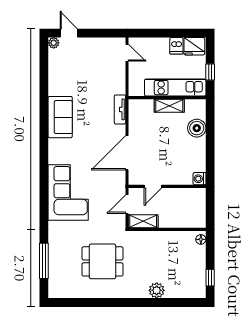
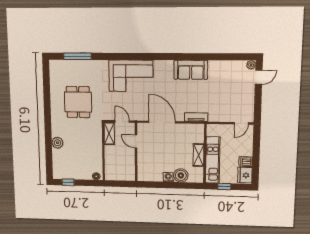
washing machine: (200, 179) -> (168, 177), moved

